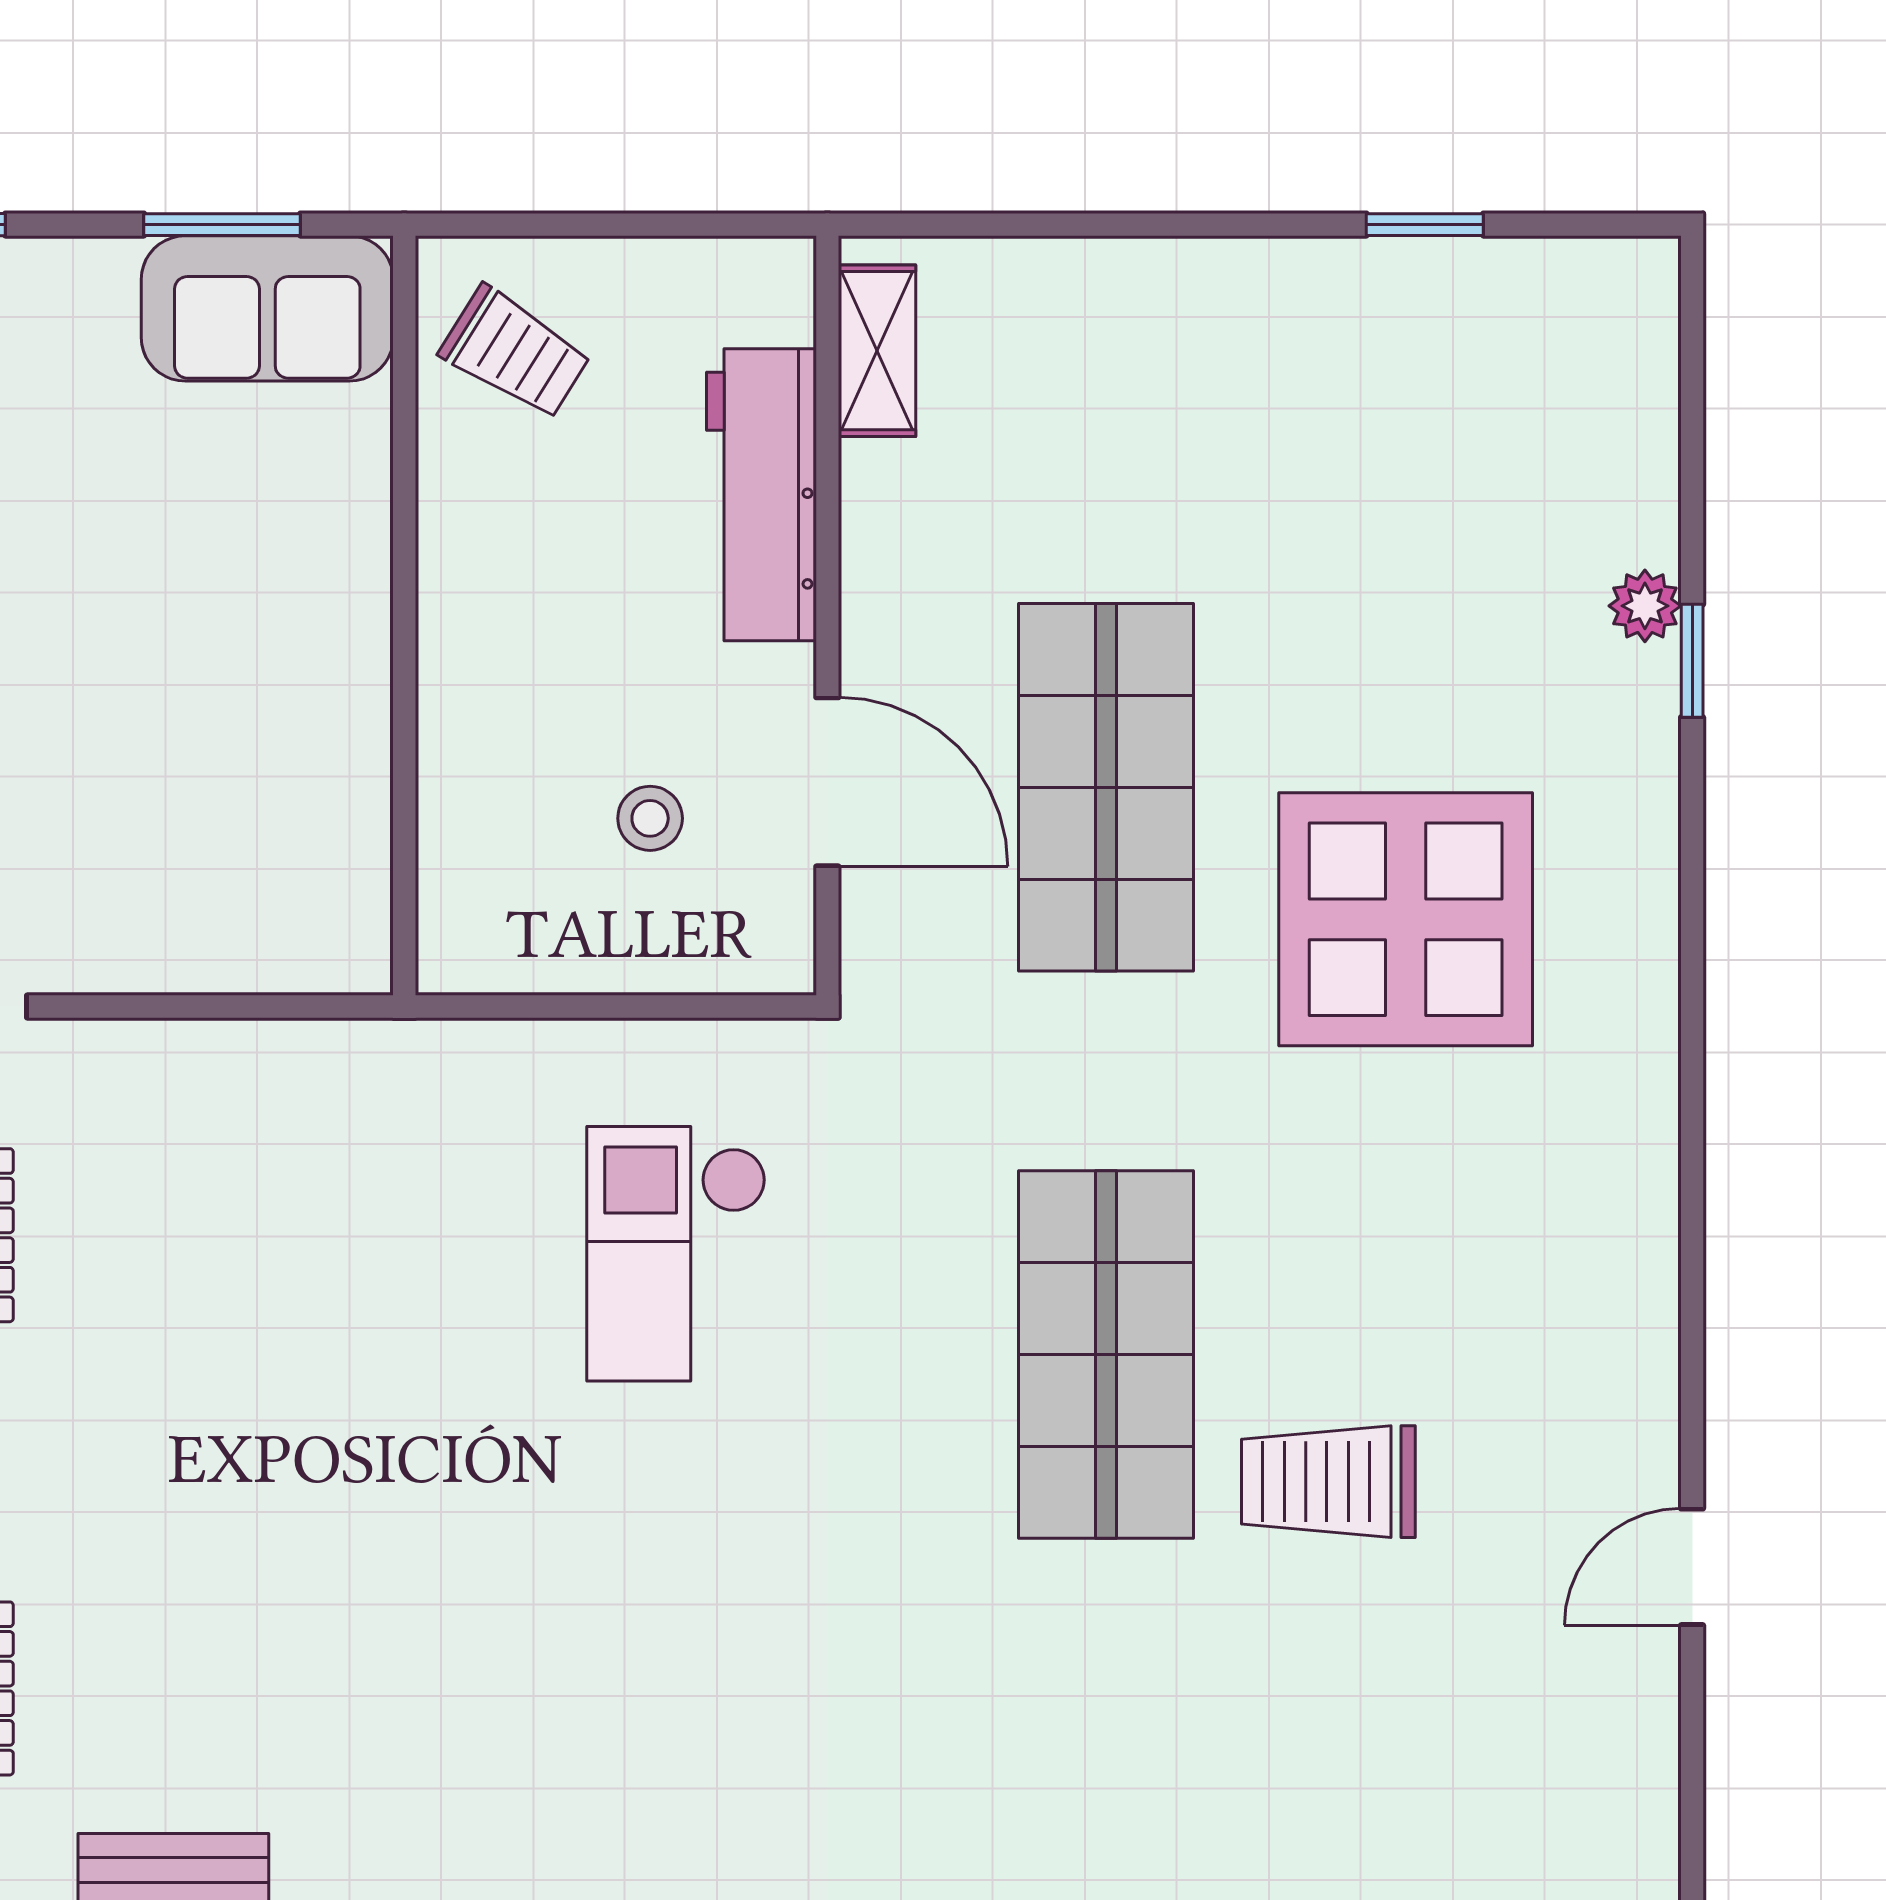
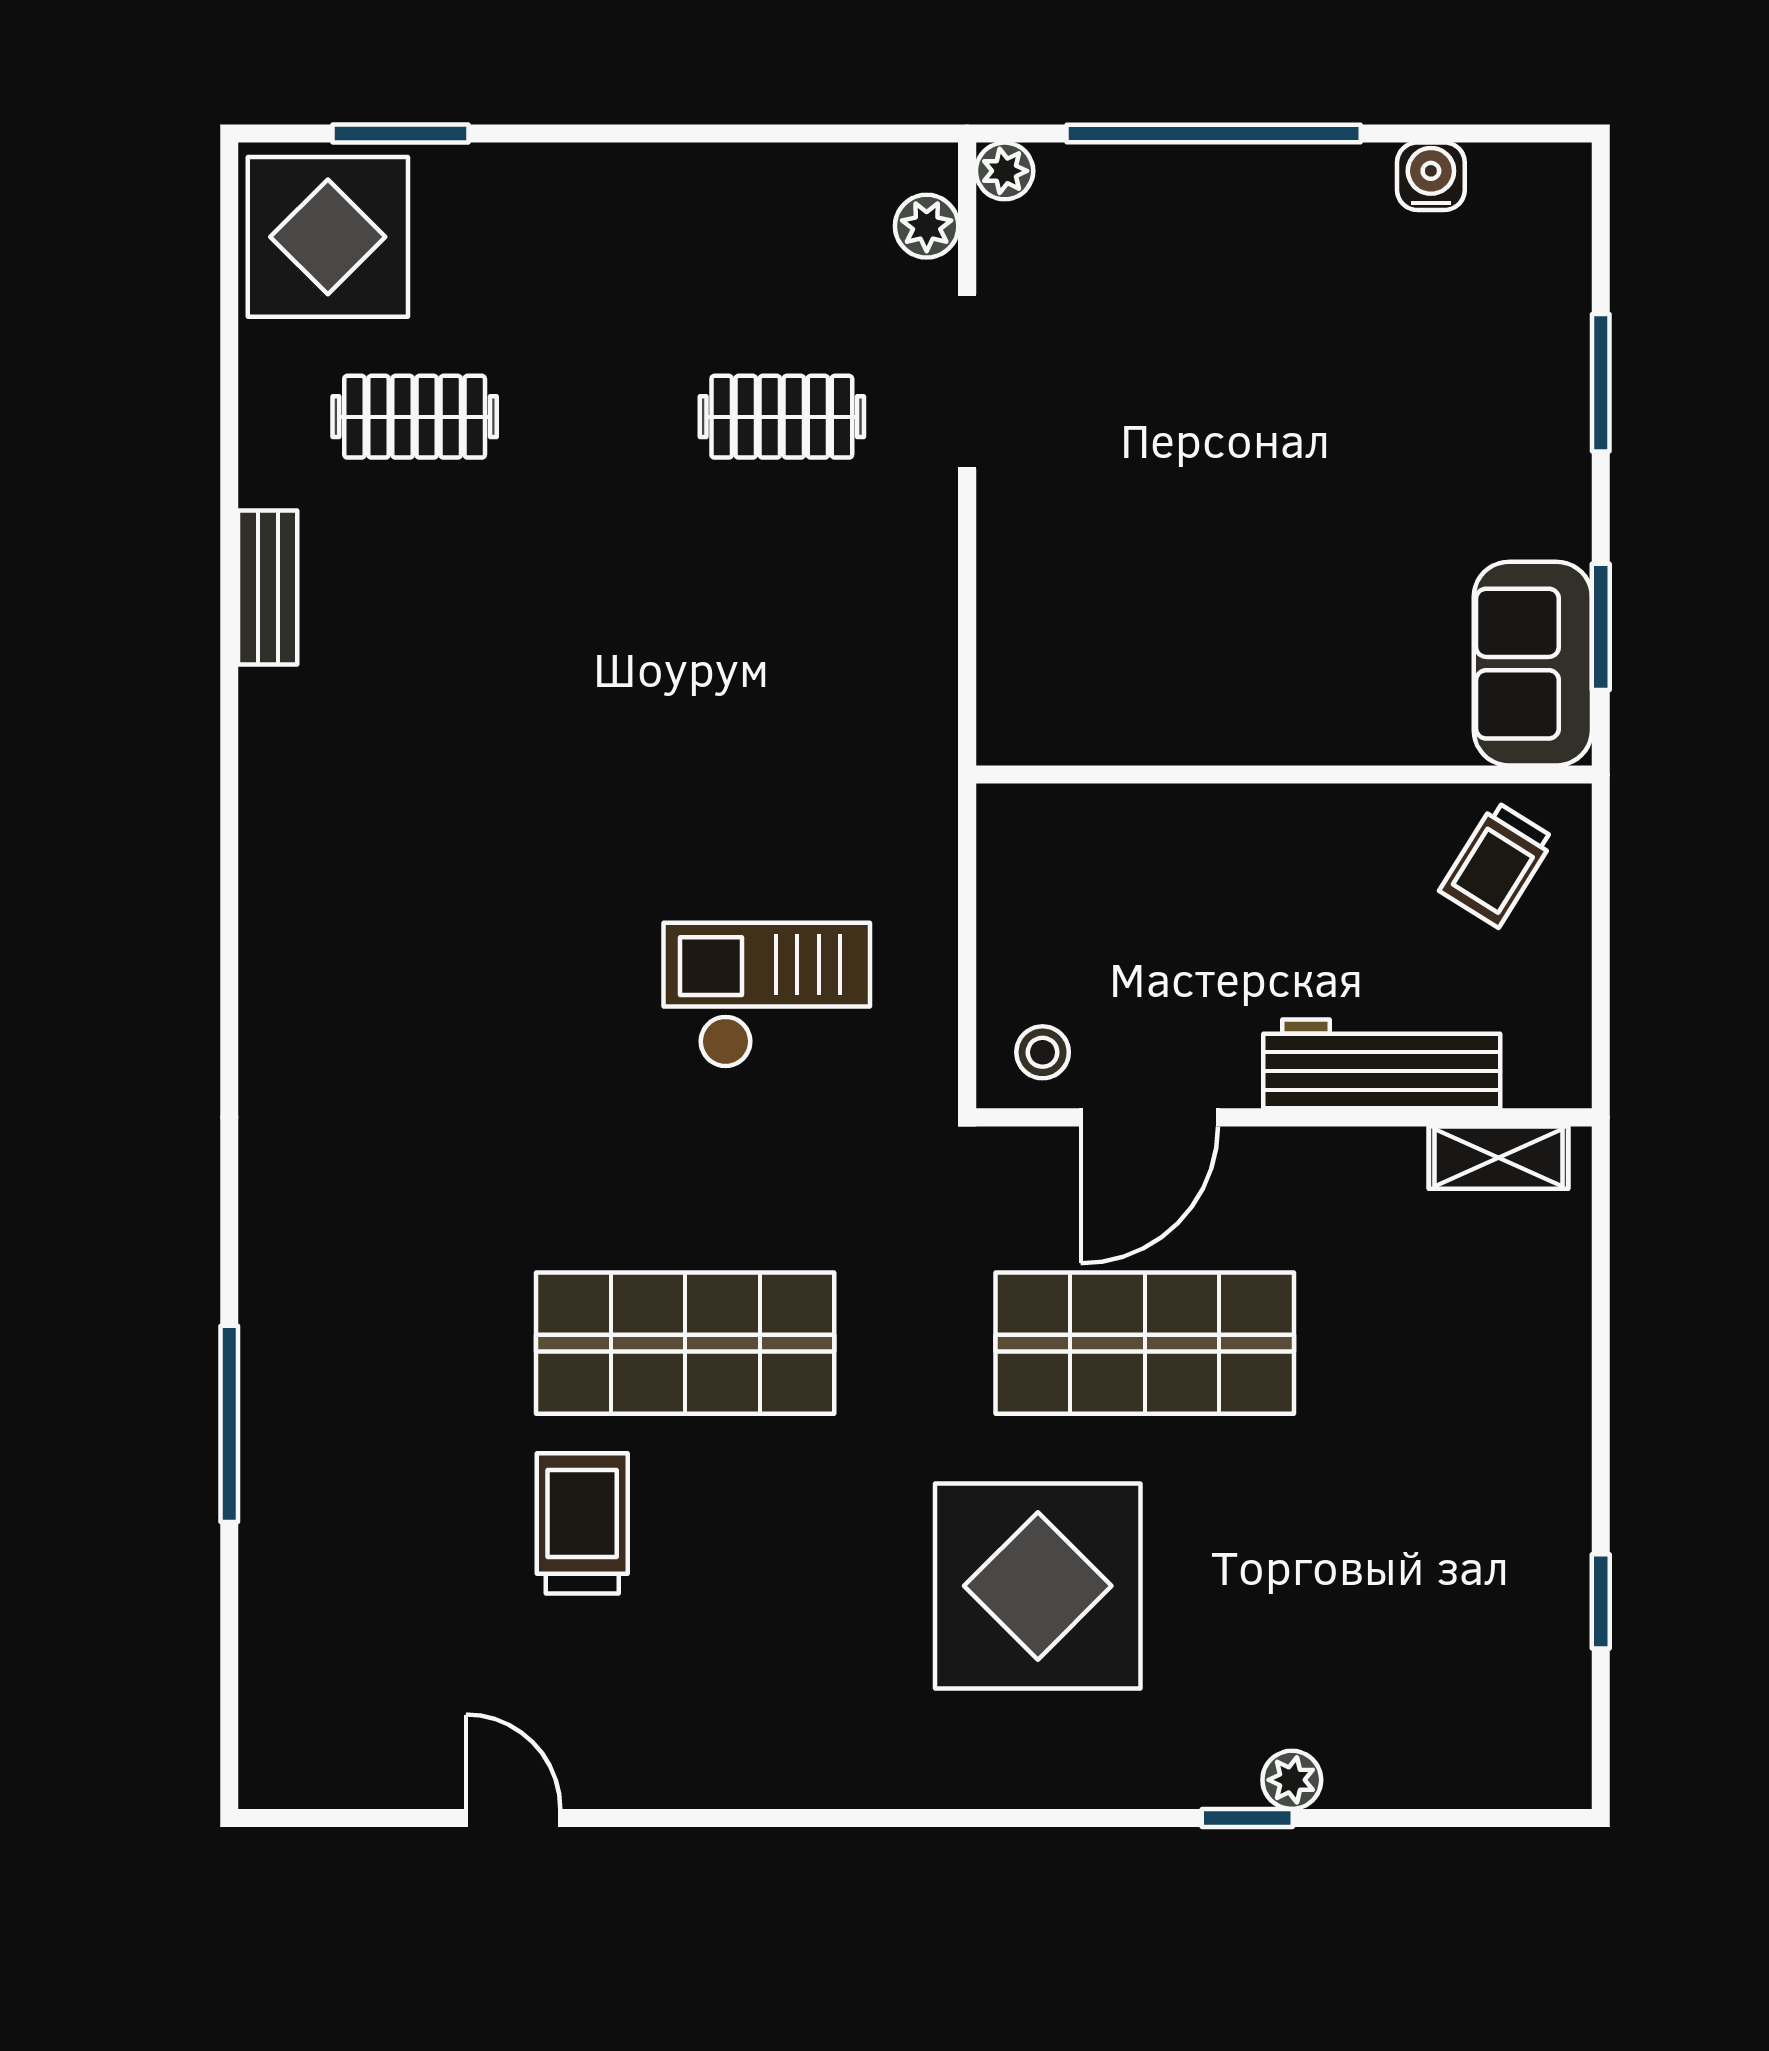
stool: (650, 818) -> (1043, 1052), moved

